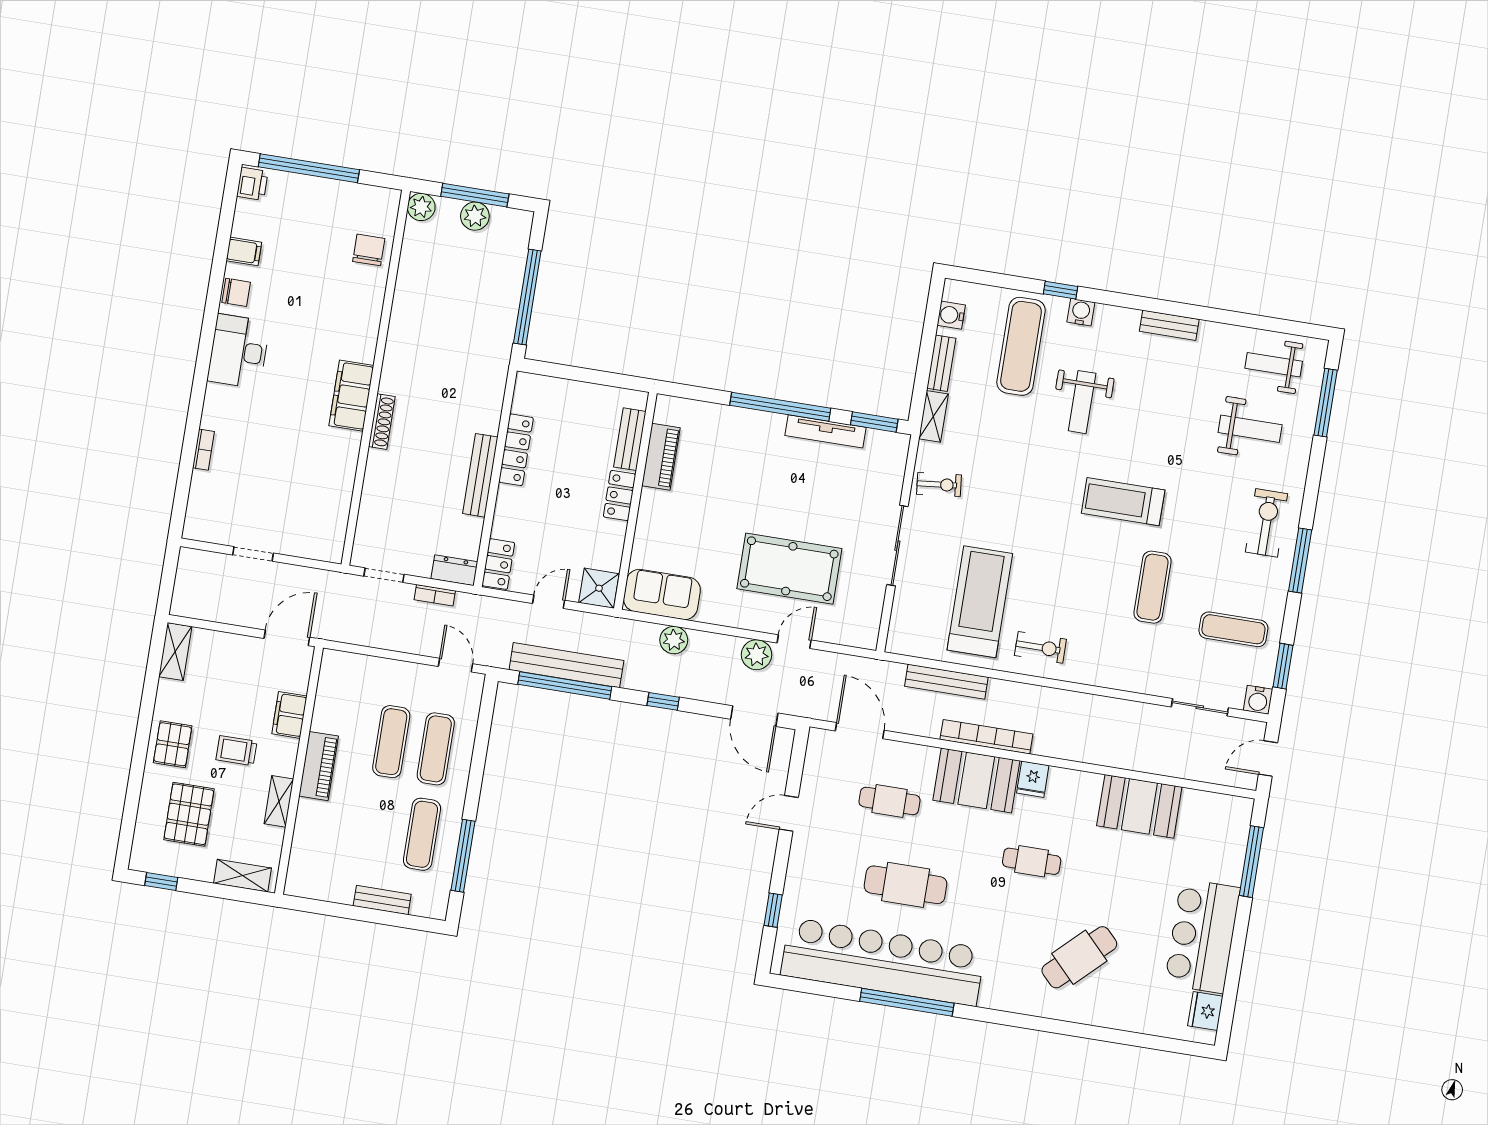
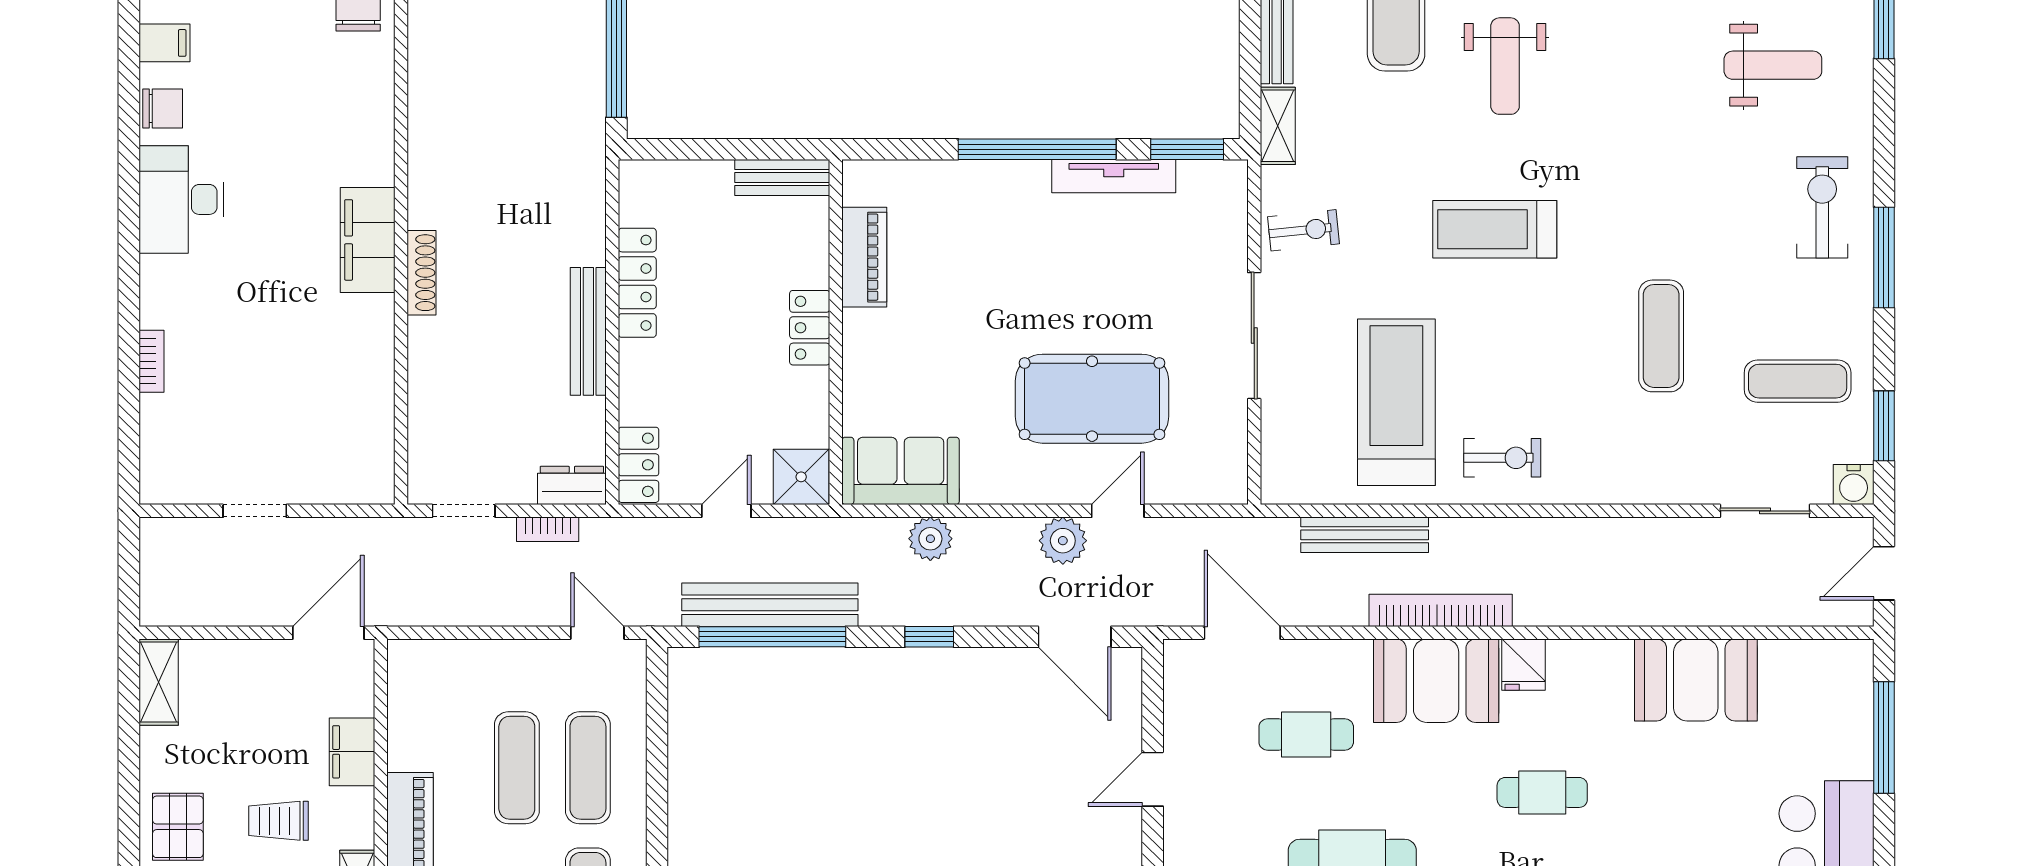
bench: (630, 439) -> (782, 177), moved, turned 90
treadmill: (1123, 502) -> (1495, 229), moved

